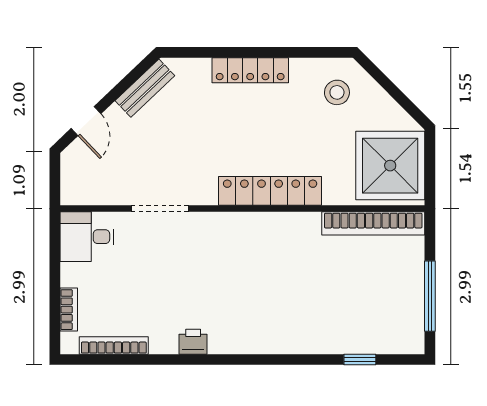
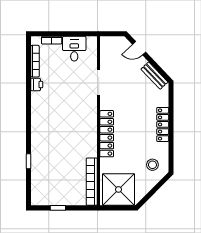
desk: (87, 237) -> (74, 49), moved
window: (430, 296) -> (58, 208), width x0.46
printer: (193, 342) -> (37, 85), moved
window: (360, 360) -> (28, 161), moved

